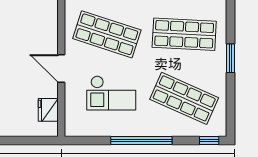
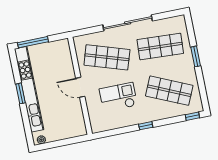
checkout: (111, 93) -> (118, 97), turned 180
fridge: (48, 110) -> (77, 118), removed
window: (141, 140) -> (146, 126), width x0.32

